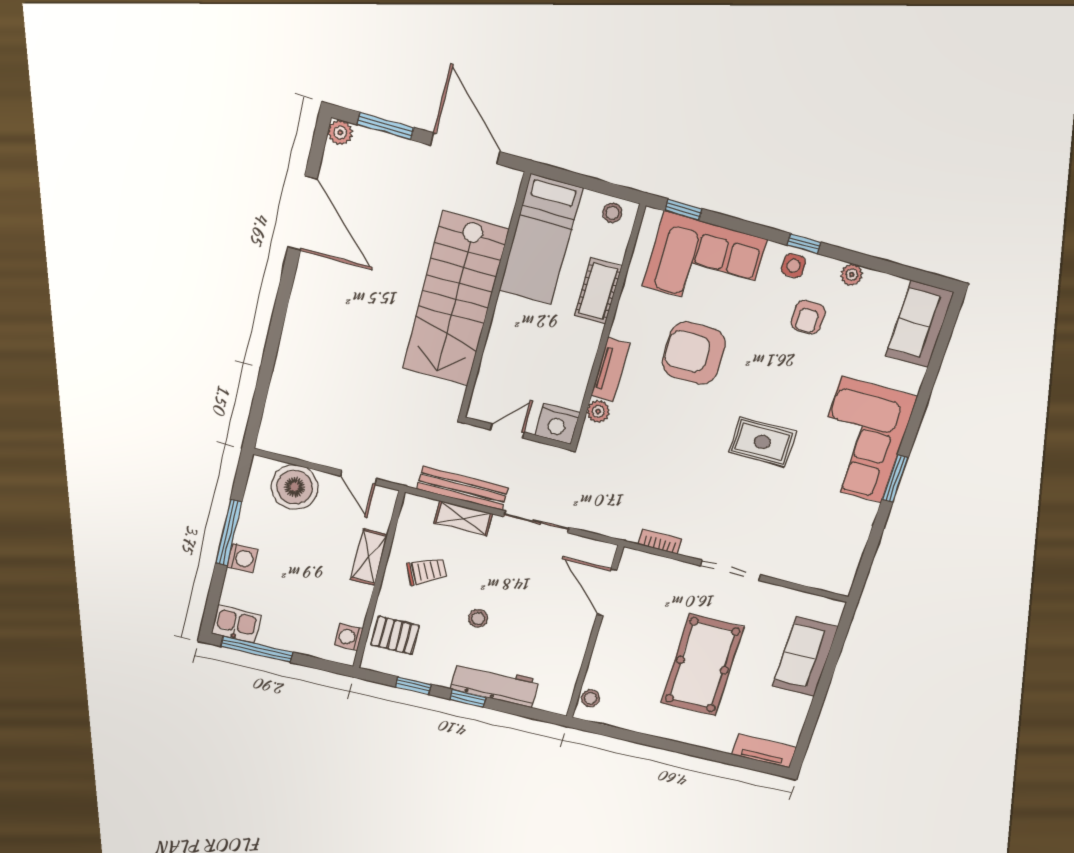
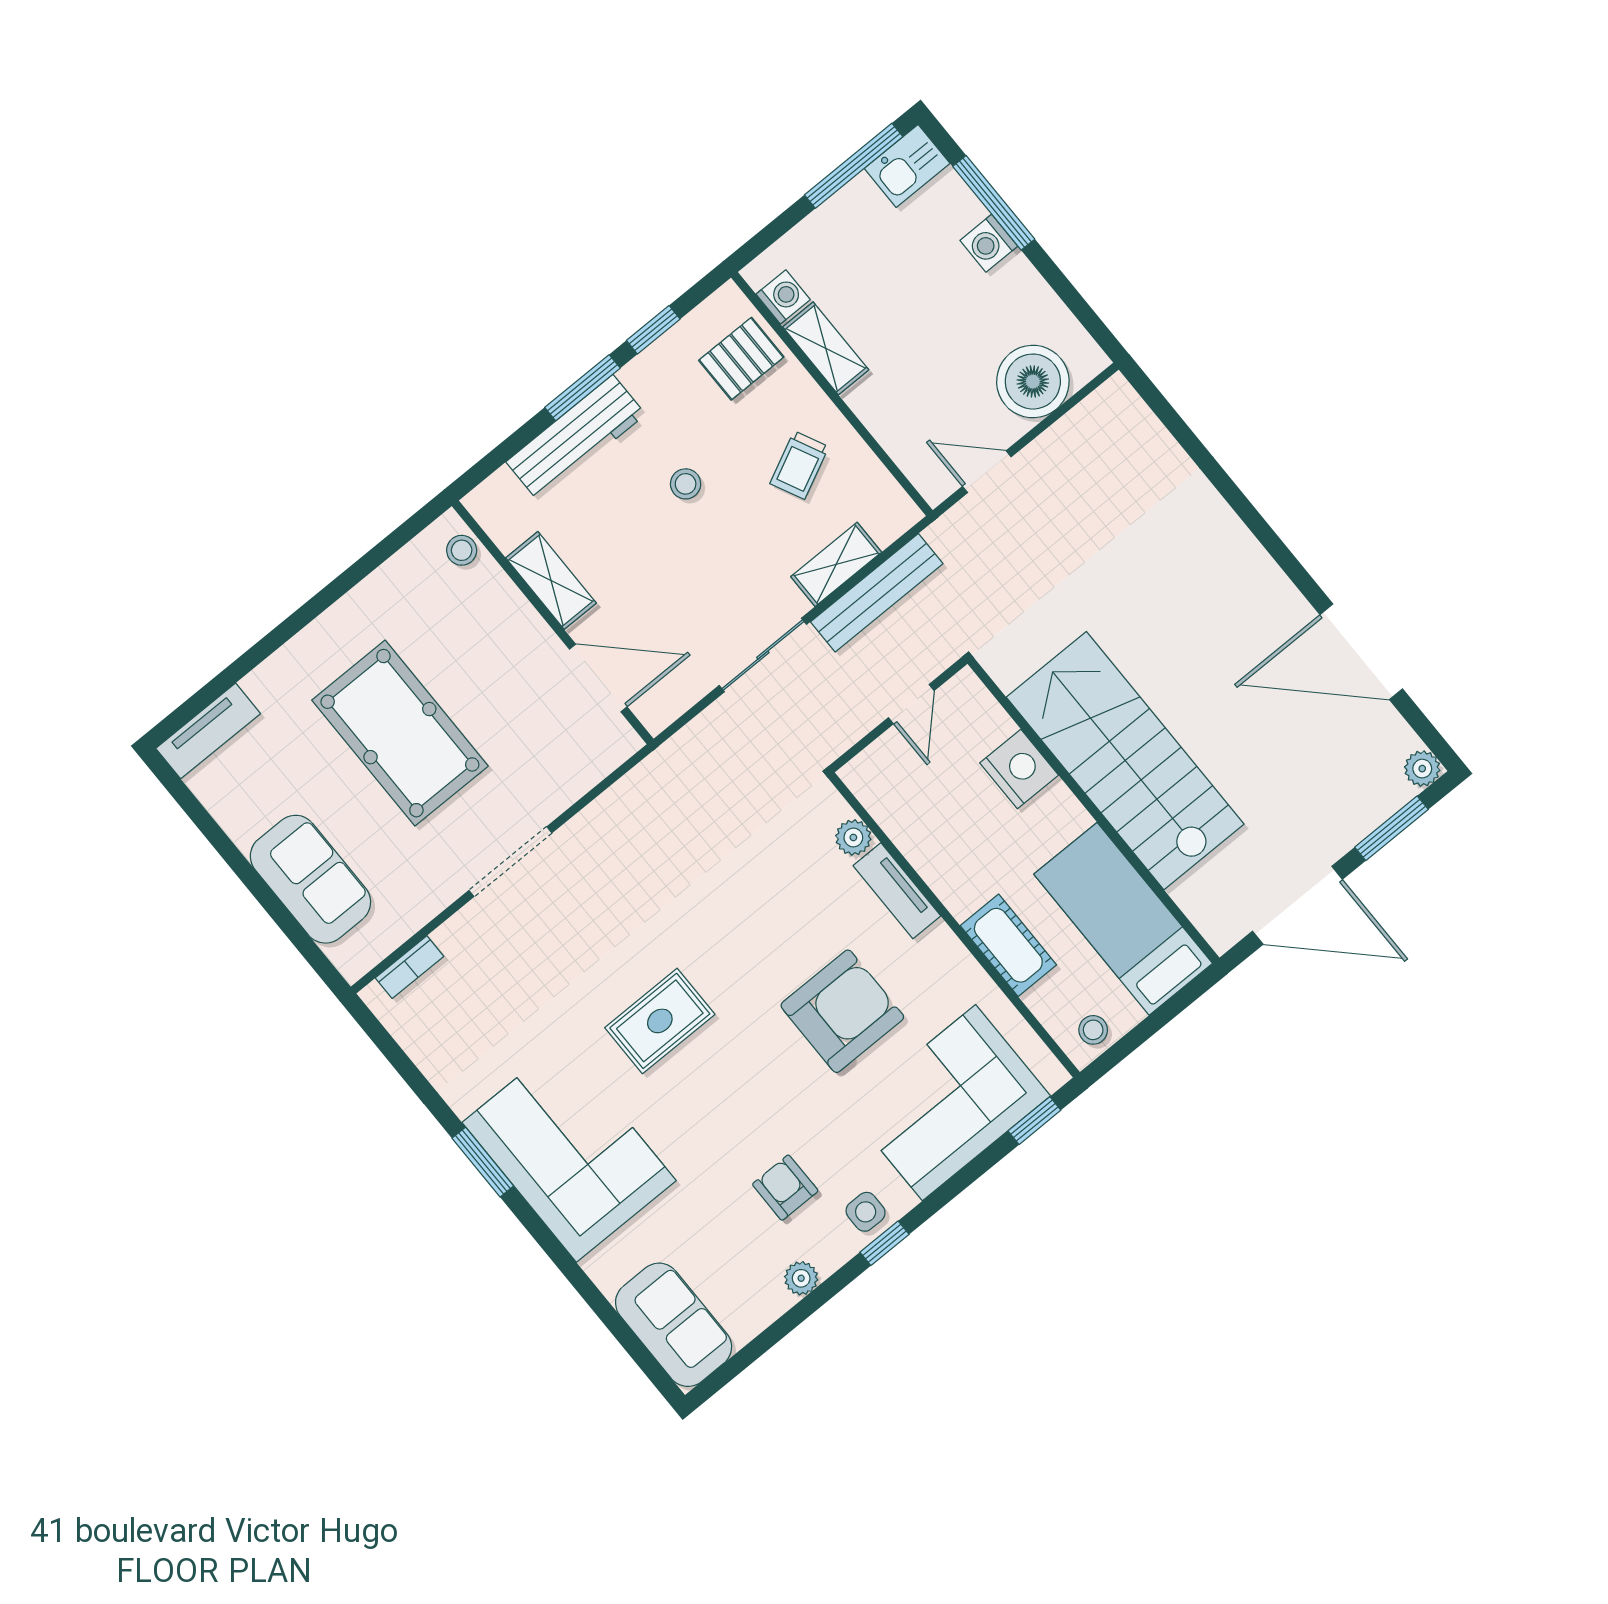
nightstand: (557, 424) -> (1019, 769), moved, turned 90
window: (229, 533) -> (994, 203), moved
bookcase: (660, 542) -> (410, 967), moved
shelving: (369, 557) -> (826, 348), moved
shelving: (574, 648) -> (551, 580), added
window: (468, 698) -> (582, 388), width x1.50

